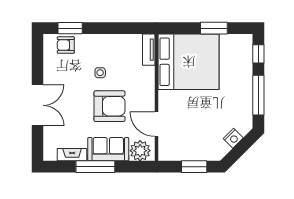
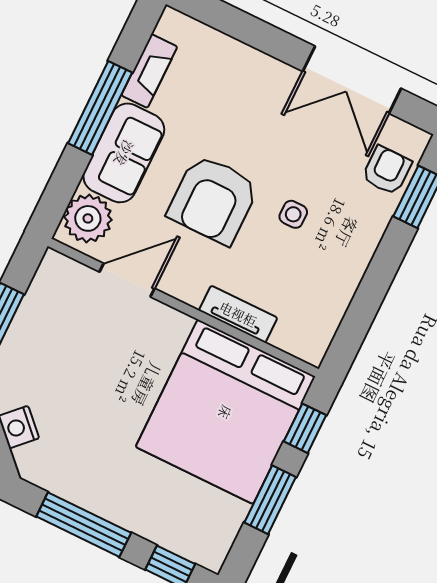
window: (180, 28) -> (305, 428), added
tv unit: (149, 50) -> (238, 314), moved
double door: (38, 105) -> (352, 80), moved

